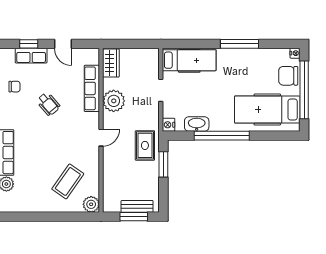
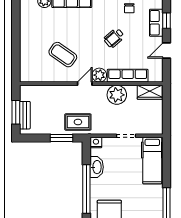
door: (101, 138) -> (85, 84), swing flipped
coffee table: (68, 181) -> (63, 55), moved
plant: (91, 204) -> (99, 75), moved

